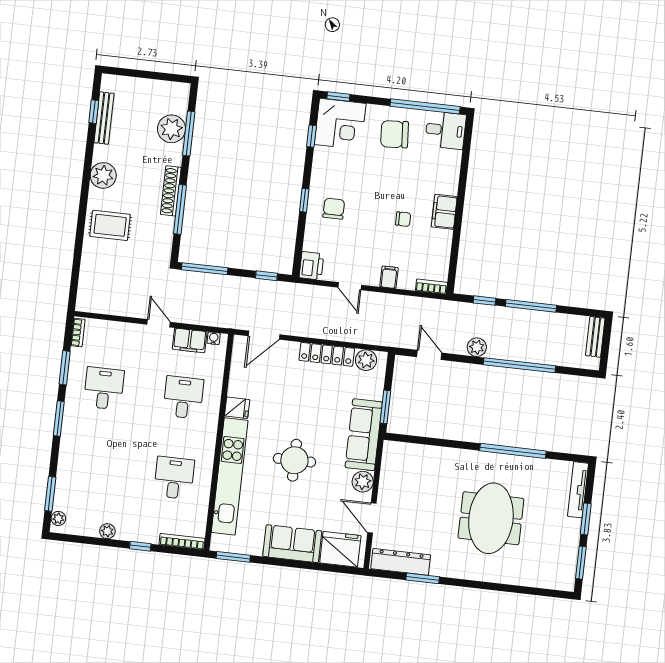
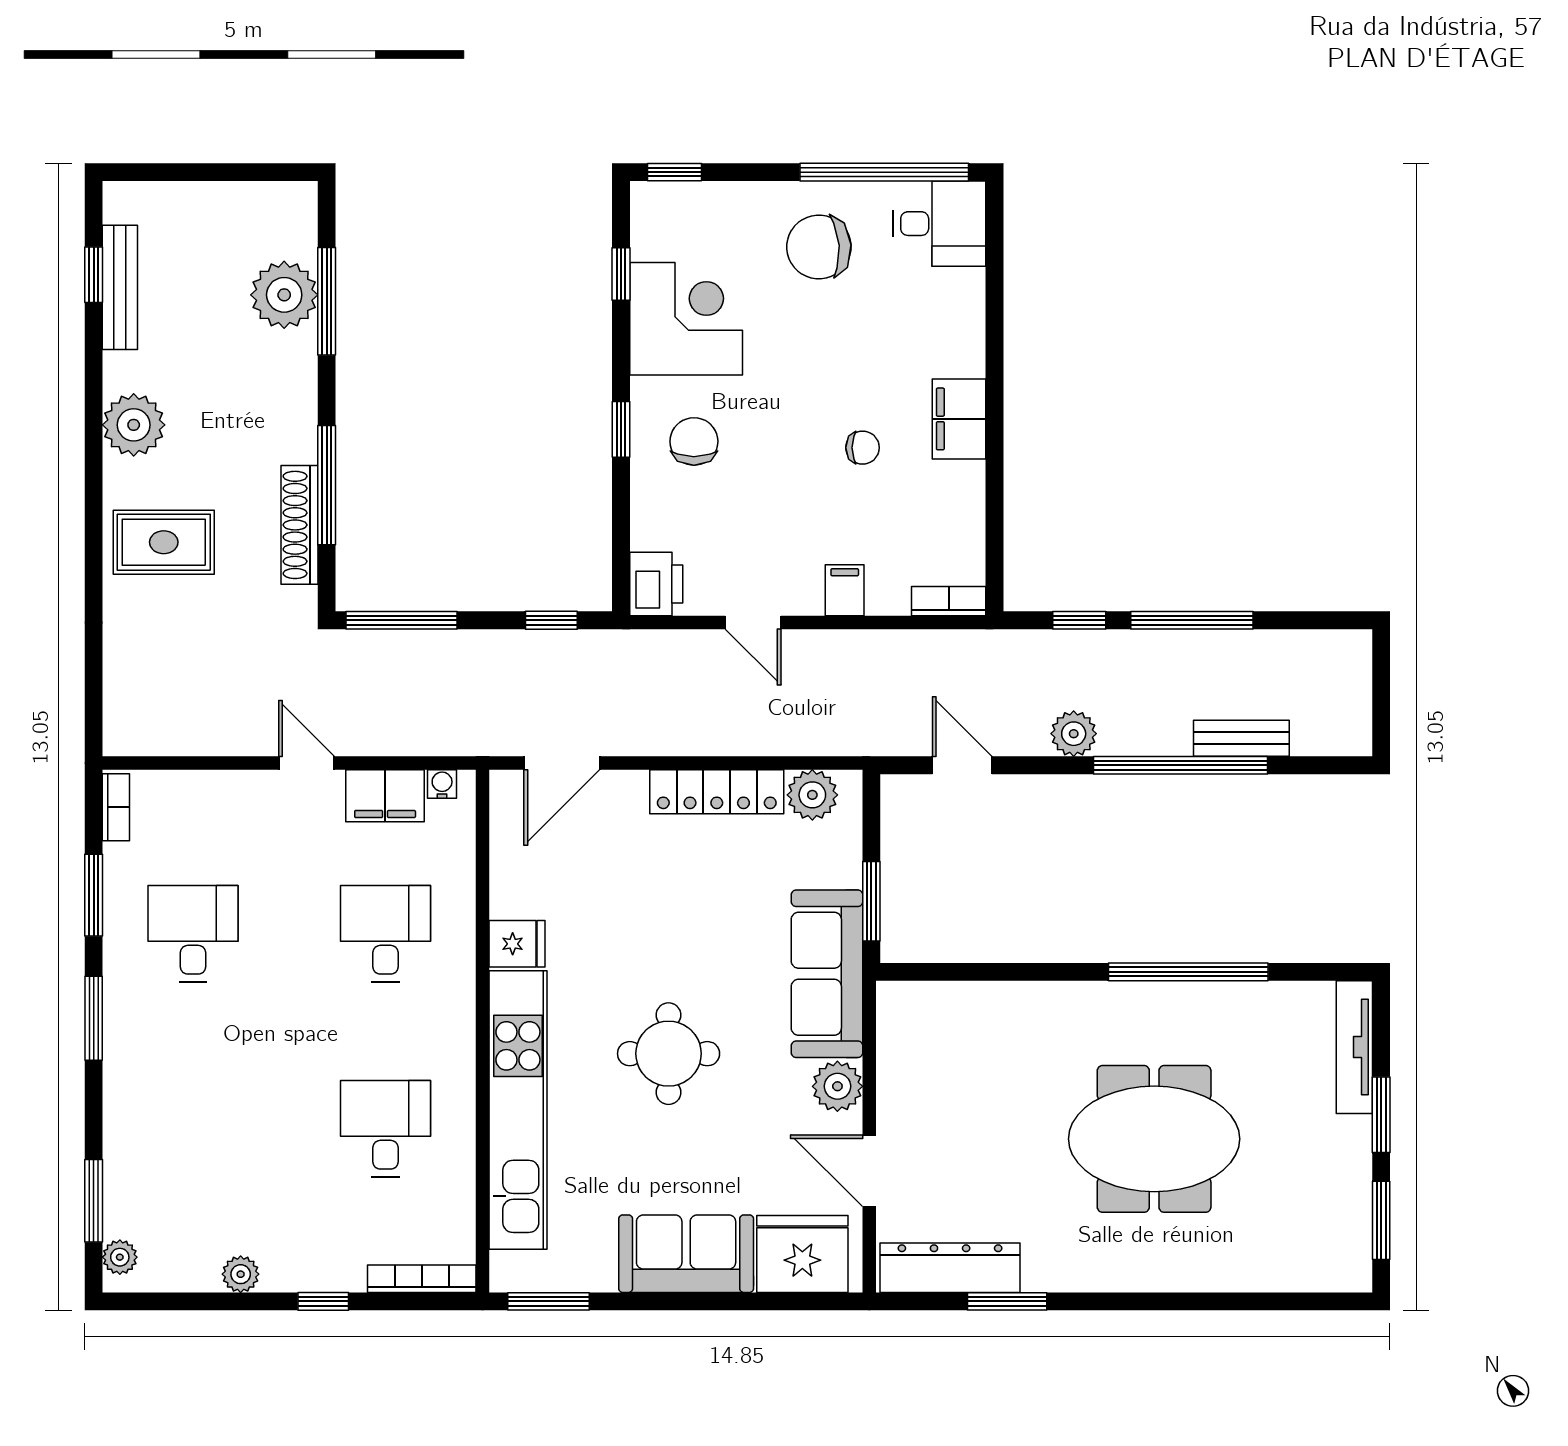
corner desk: (340, 124) -> (686, 319), moved, turned -90
shoe rack: (171, 191) -> (299, 525), moved
bench: (595, 337) -> (1241, 738), moved, turned 90
meeting table: (491, 518) -> (1154, 1139), turned 90

